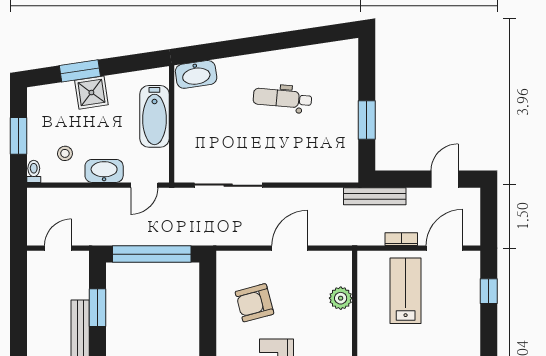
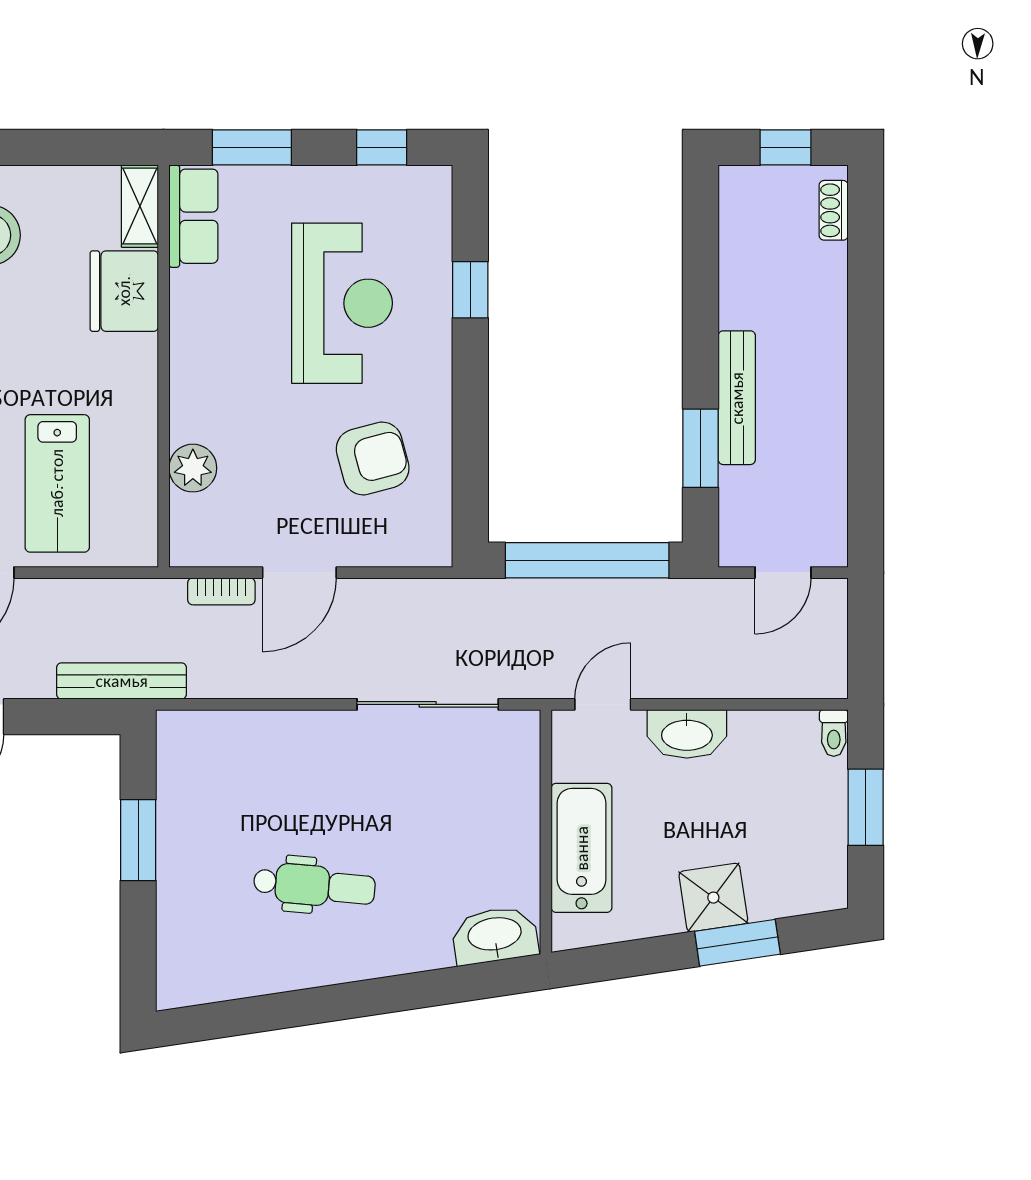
stool: (65, 153) -> (769, 770), removed
bookcase: (401, 239) -> (221, 591), moved

